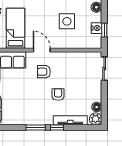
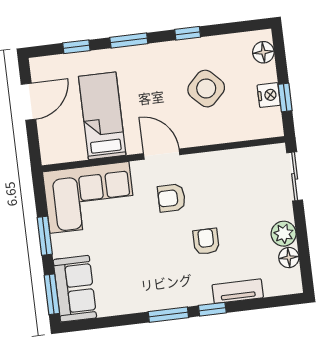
side table: (67, 21) -> (206, 89), turned 45
plant: (96, 119) -> (284, 234), moved
tv unit: (70, 120) -> (238, 291), width x0.71

